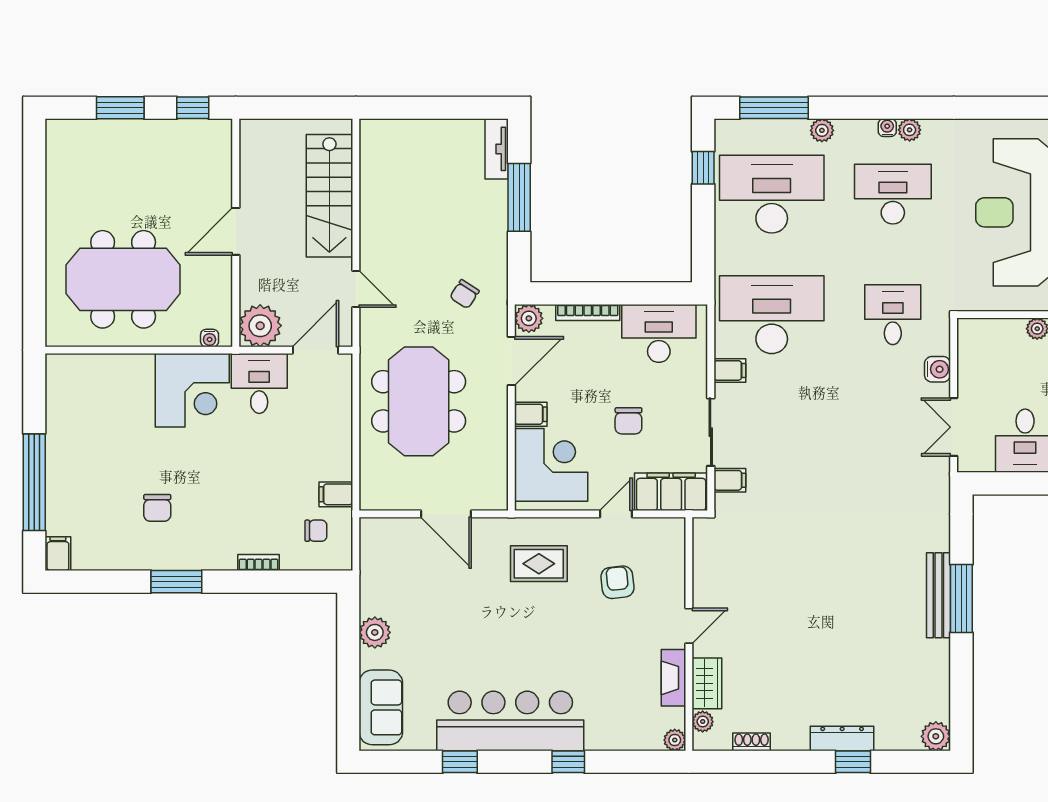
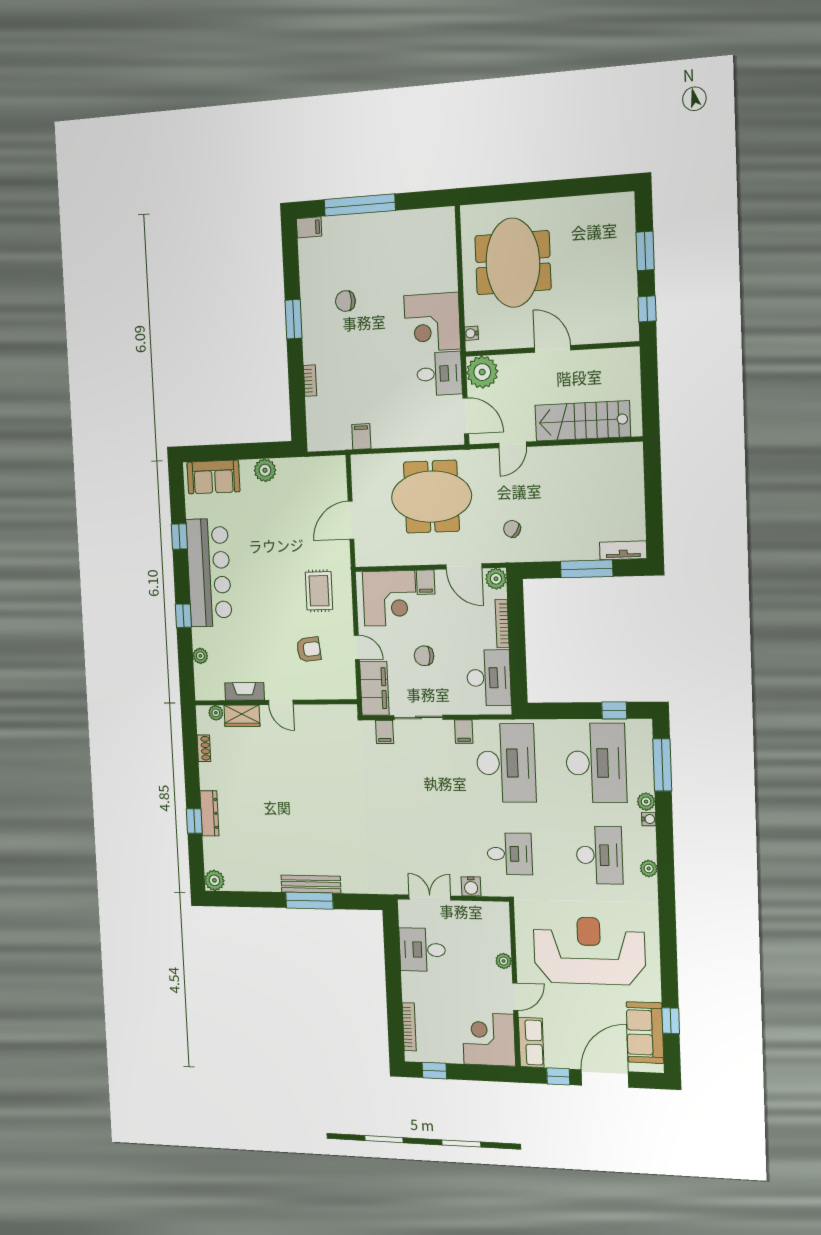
water cooler: (887, 128) -> (649, 819), moved
chair: (316, 531) -> (335, 423), removed
plant: (675, 740) -> (200, 656), moved

